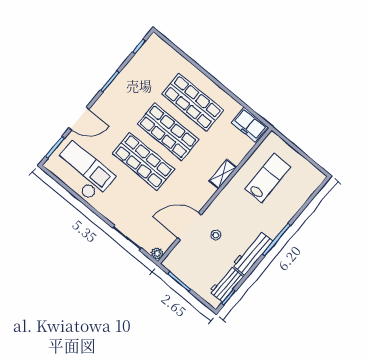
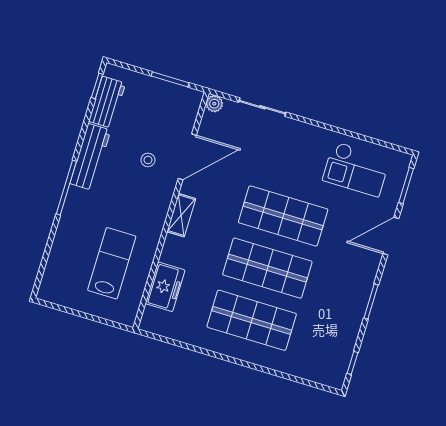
freezer: (250, 125) -> (165, 287), moved, turned 90
checkout: (83, 172) -> (356, 169), width x0.73, depth x0.83
shelving: (223, 174) -> (181, 215), moved
lab bench: (268, 178) -> (112, 263), turned 180

